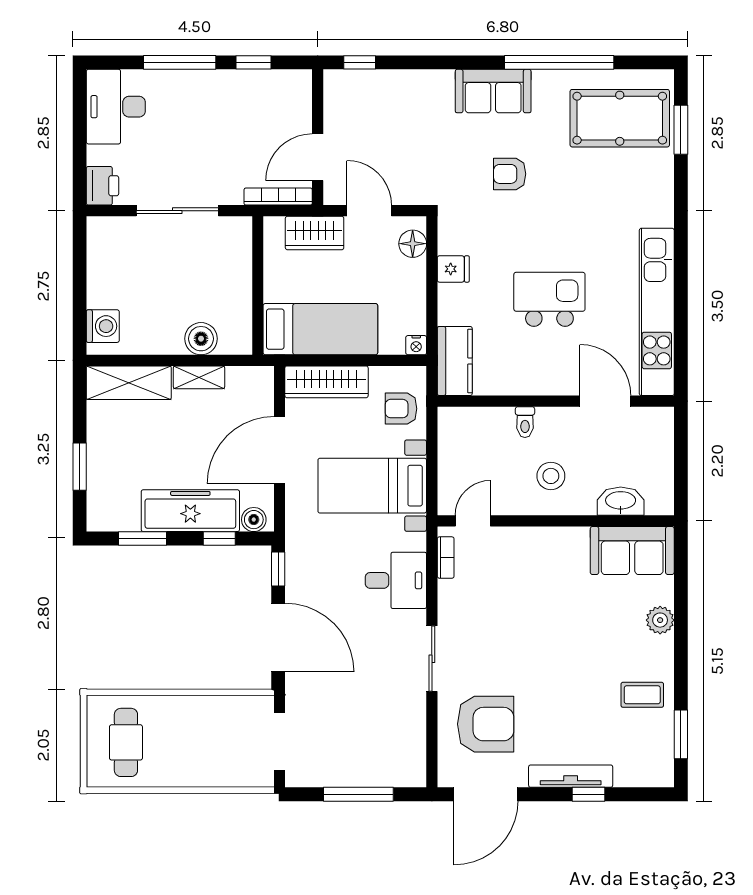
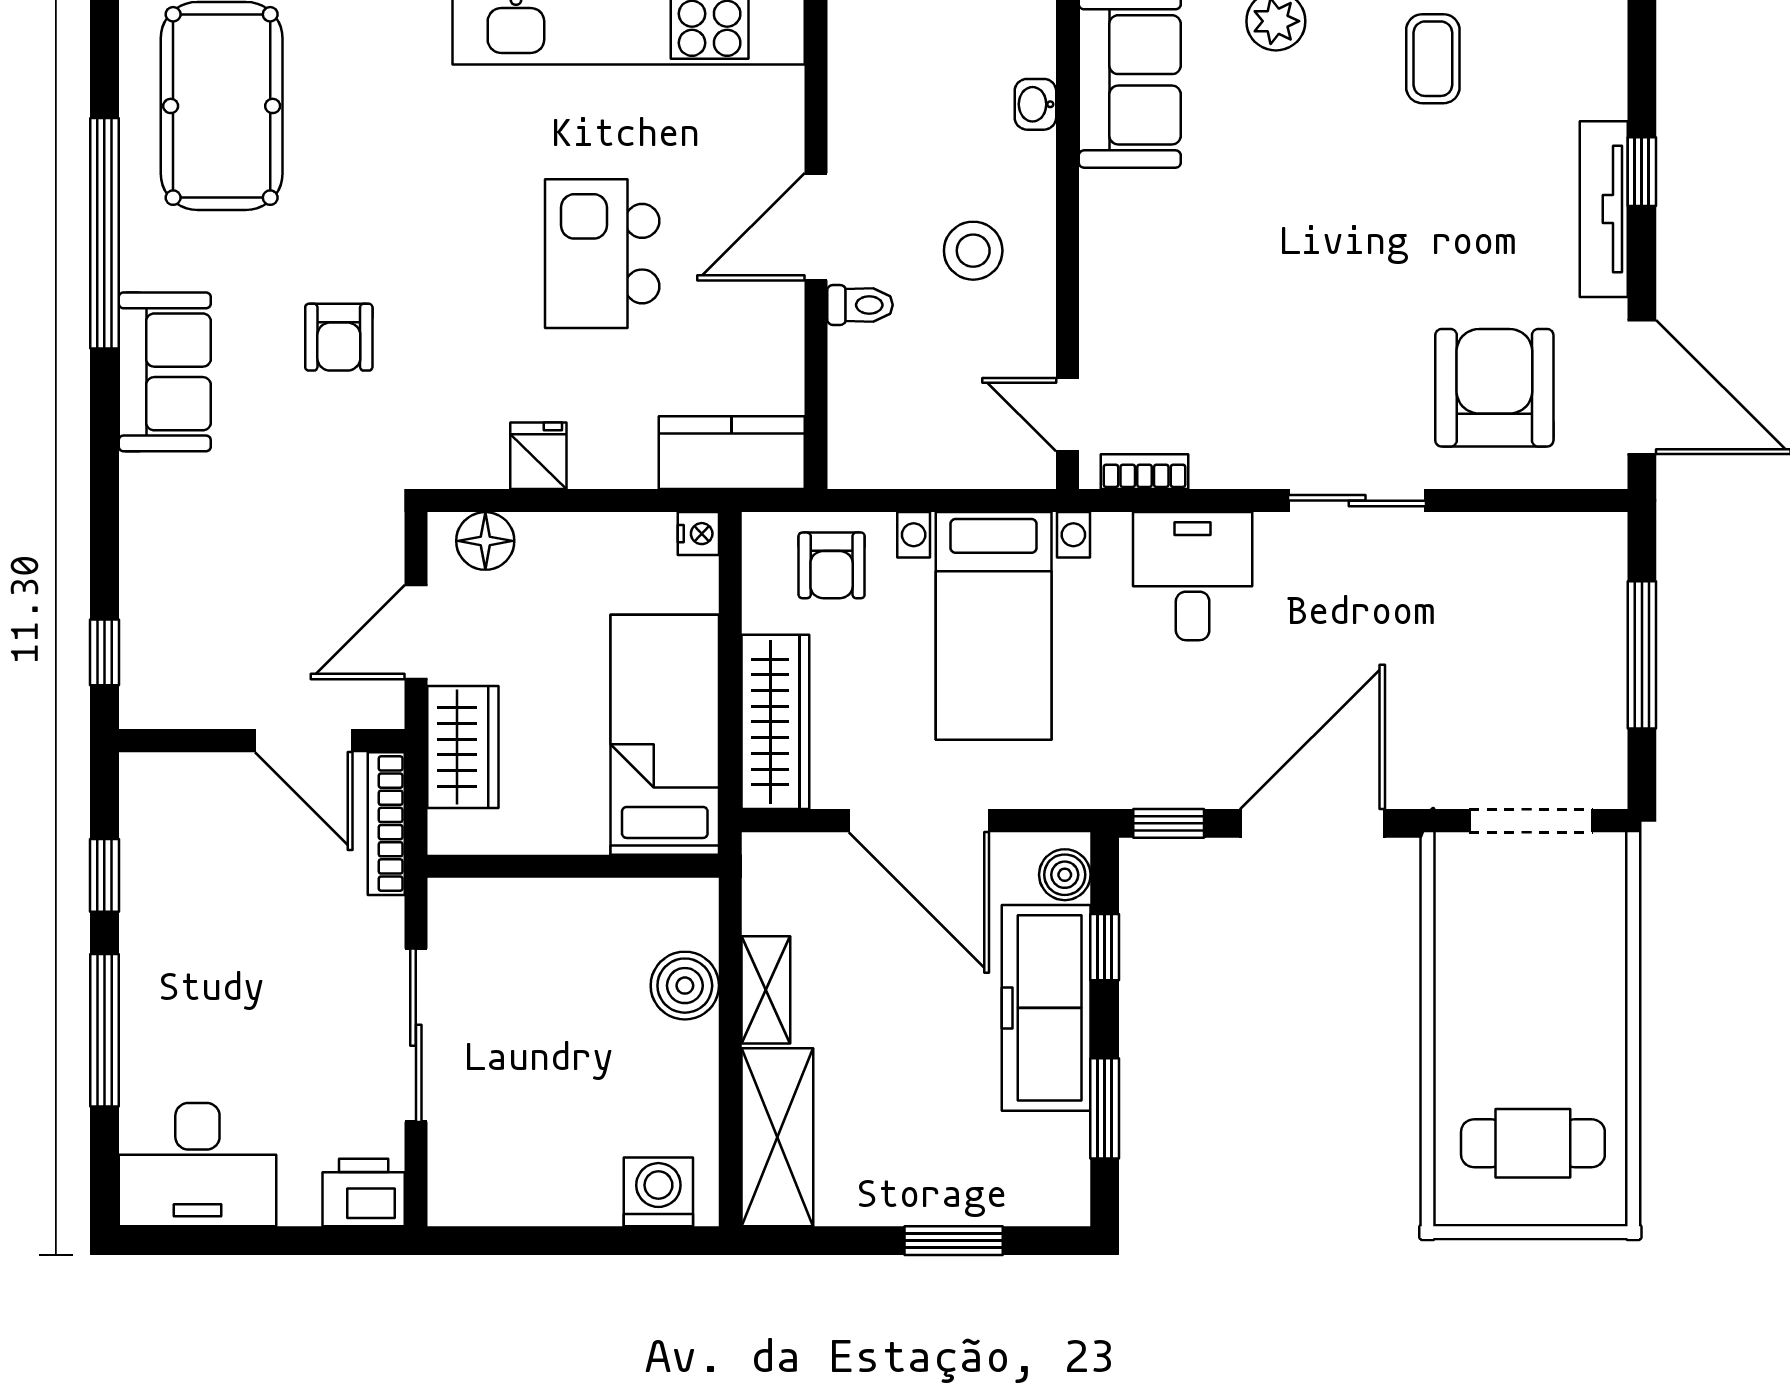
door: (605, 401) -> (816, 227), moved
washbasin: (621, 501) -> (1035, 104), width x0.52, depth x0.69

